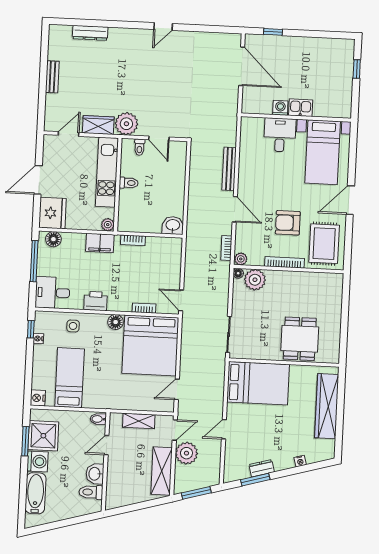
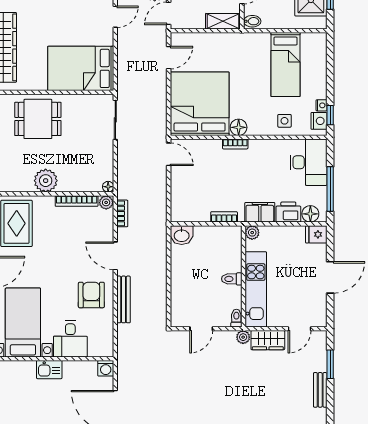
window: (42, 100) -> (330, 364), added
washing machine: (280, 108) -> (106, 368), moved
plant: (126, 124) -> (243, 337), width x0.53, depth x0.53
door: (159, 138) -> (201, 329), swing flipped
toilet: (139, 147) -> (236, 318), moved
fridge: (53, 213) -> (316, 234), width x0.53, depth x0.75
armchair: (288, 223) -> (91, 295), moved, turned -90
bookcase: (284, 262) -> (77, 201), moved
plant: (255, 280) -> (46, 181), moved
desk: (53, 293) -> (308, 162), width x1.37
printer: (96, 301) -> (288, 212), moved, turned 180
bookcase: (144, 308) -> (235, 144), moved
dining table: (300, 339) -> (38, 119), turned 90
nightstand: (38, 398) -> (319, 121), moved
shelving: (139, 421) -> (223, 21), moved

